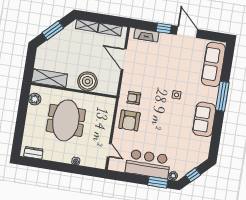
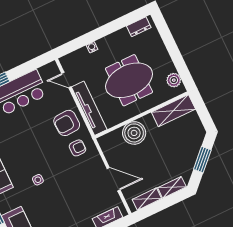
meeting table: (66, 120) -> (129, 80), turned 90
tv unit: (107, 120) -> (89, 108), added
armchair: (129, 120) -> (67, 123), turned -93

